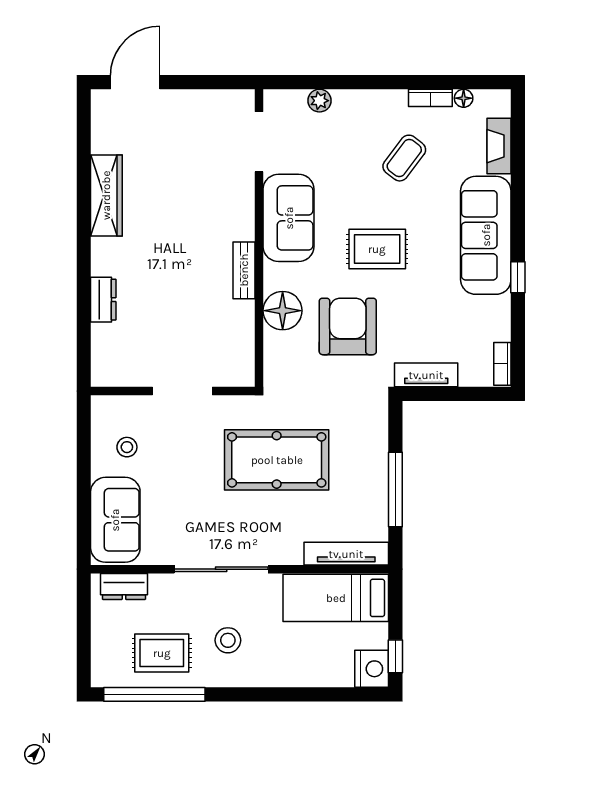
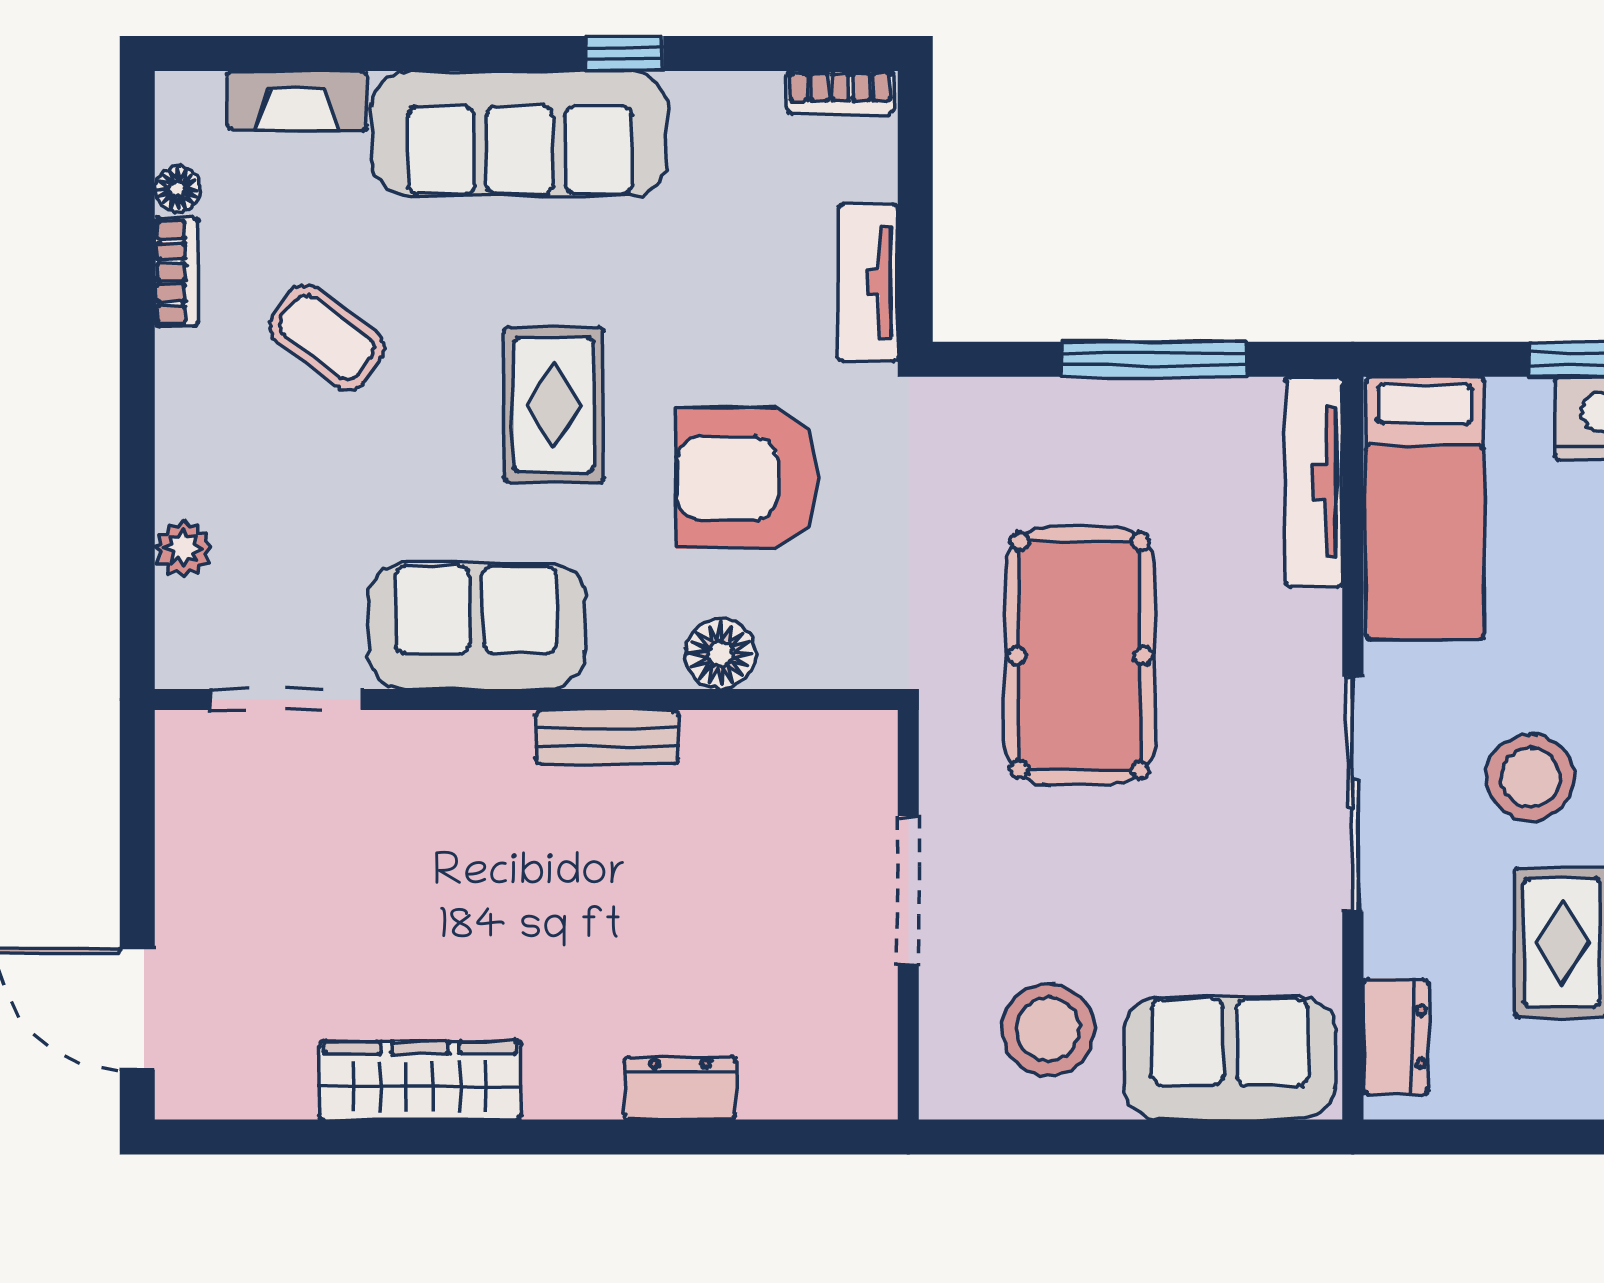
floor lamp: (283, 311) -> (721, 654), width x0.73, depth x0.73
stool: (127, 447) -> (1048, 1029), width x1.89, depth x1.89
stool: (228, 640) -> (1530, 777), width x1.38, depth x1.38

